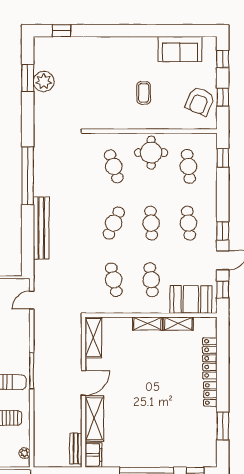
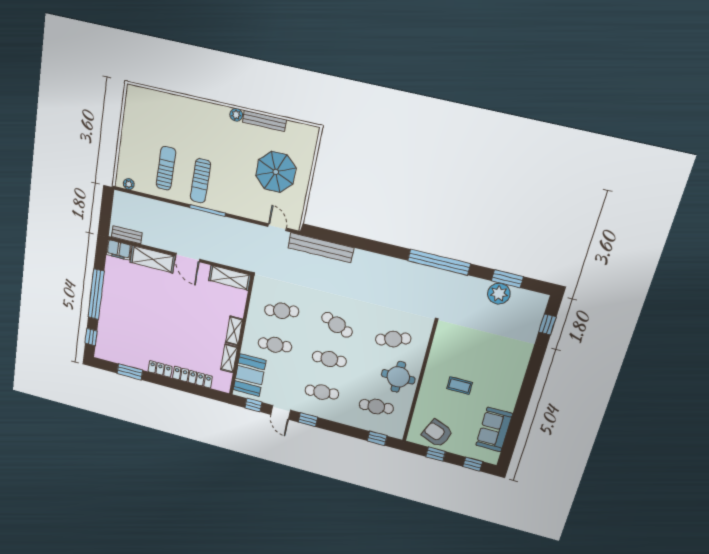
window: (28, 176) -> (439, 262), moved
bench: (41, 228) -> (321, 248), moved

